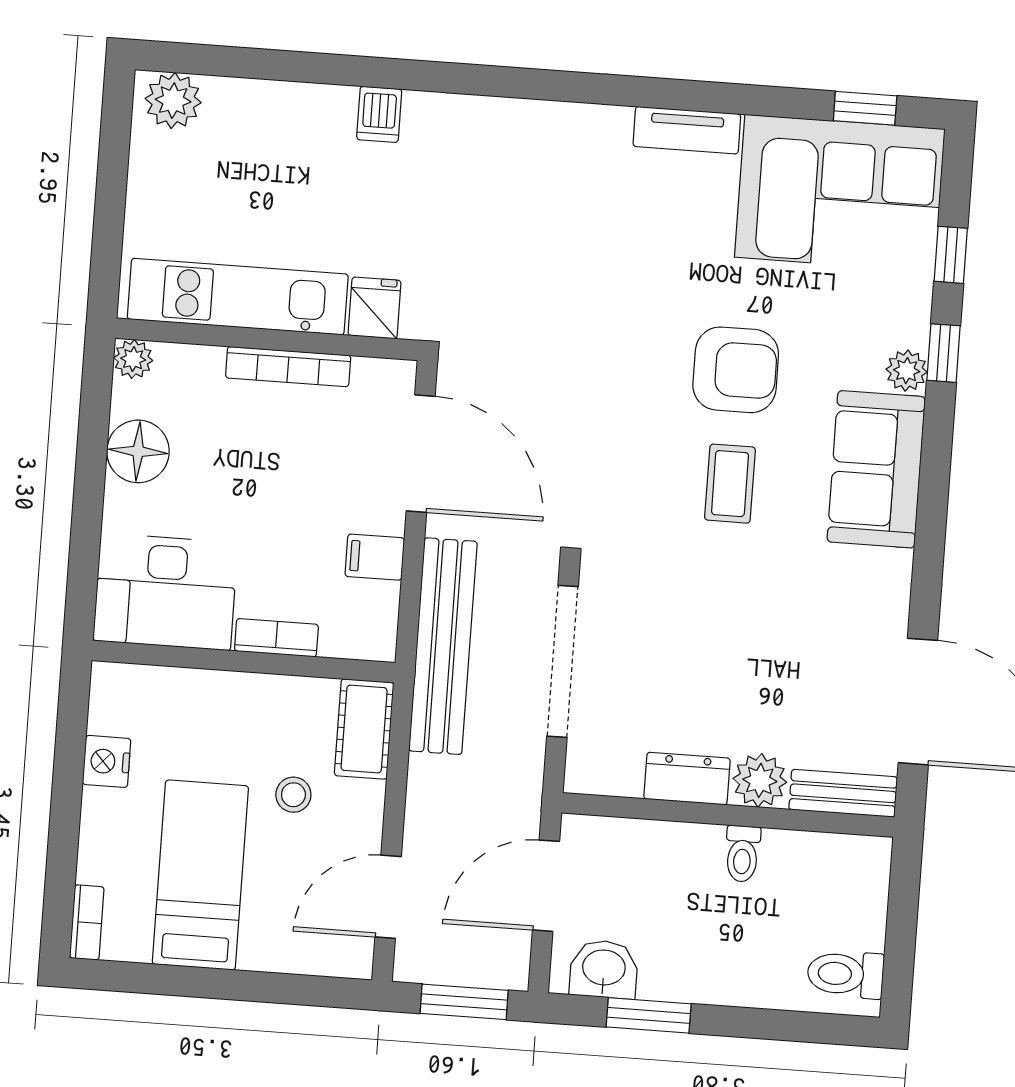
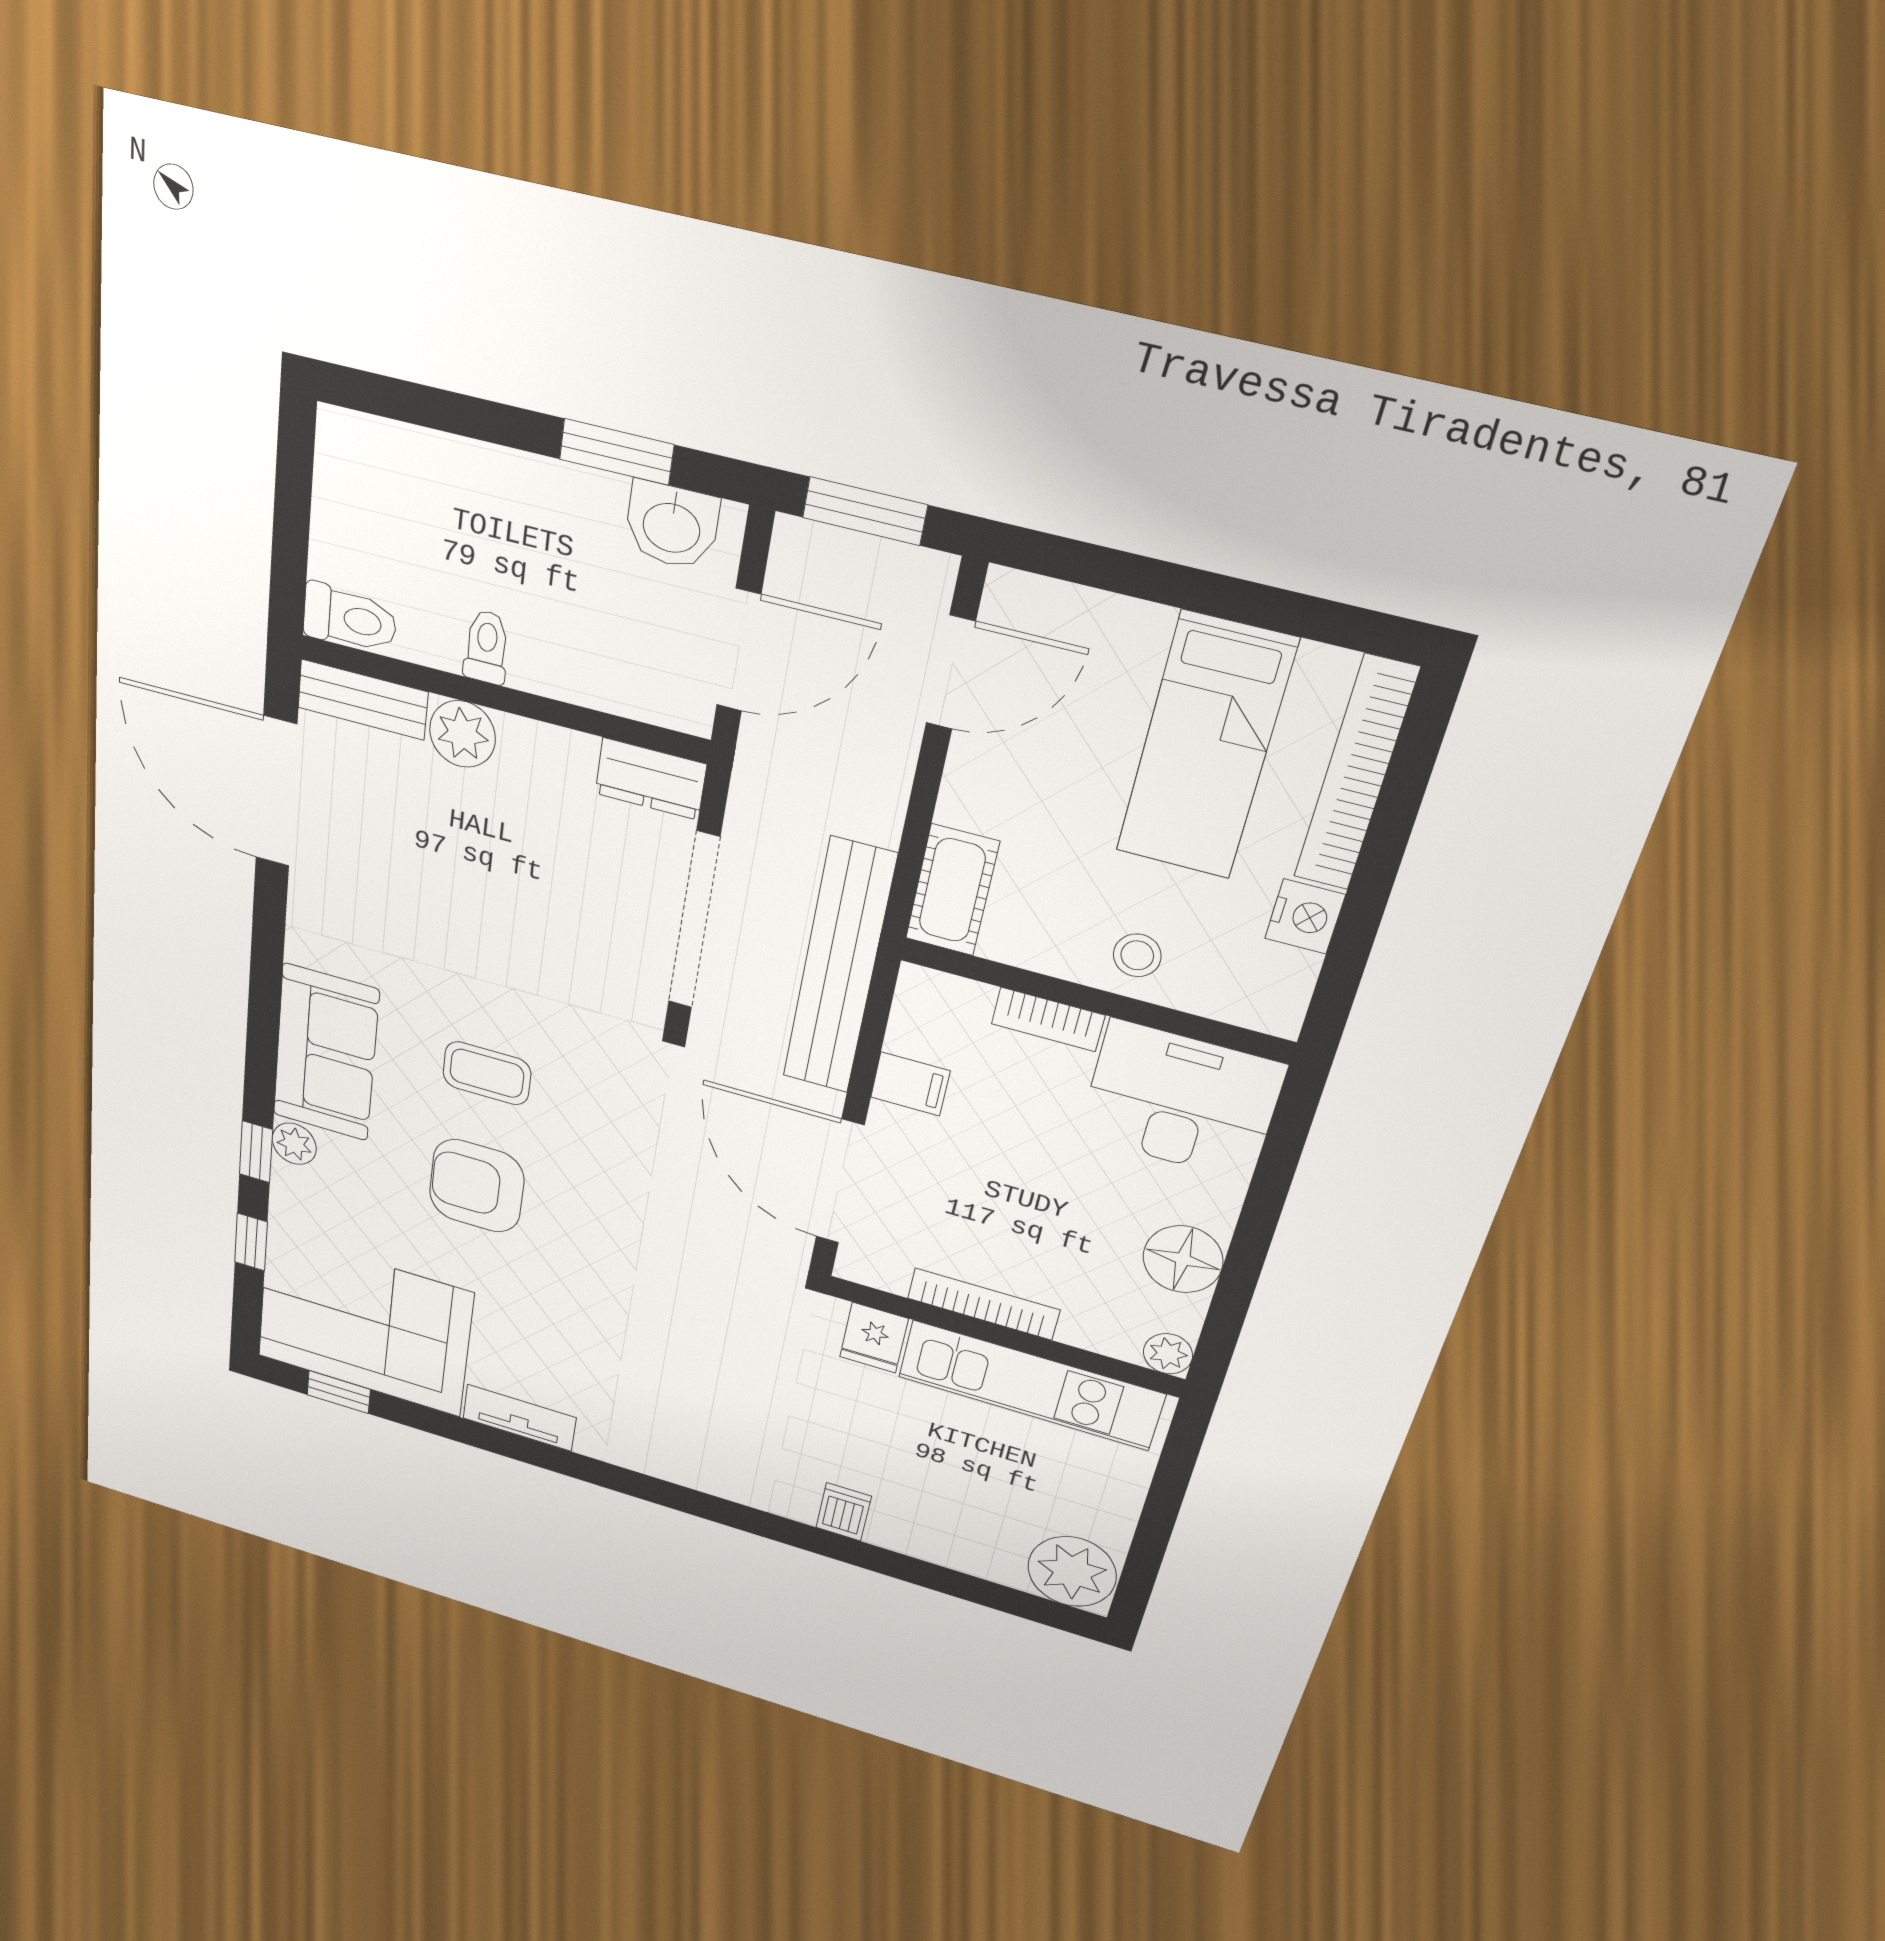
plant: (173, 101) -> (1072, 1572), width x1.36, depth x1.36
coffee table: (730, 484) -> (487, 1073), turned 90
dresser: (687, 779) -> (651, 779), moved
stool: (293, 795) -> (1137, 955), moved
bookcase: (87, 922) -> (1356, 774), width x2.31, depth x1.31
toilet: (845, 974) -> (350, 618), moved

